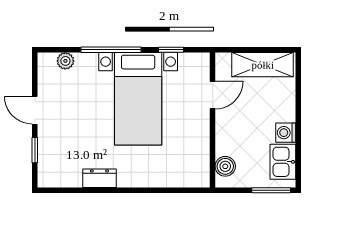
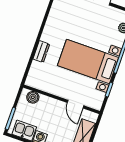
dresser: (99, 178) -> (41, 51), moved

